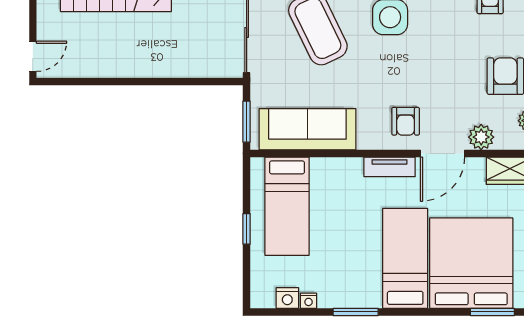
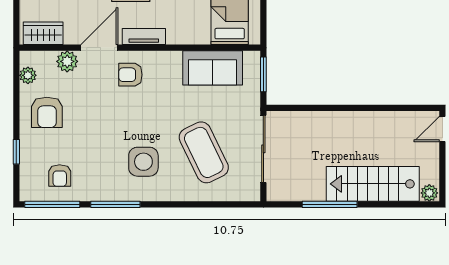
armchair: (406, 121) -> (130, 75), turned -90
sofa: (307, 129) -> (213, 68), width x0.73

